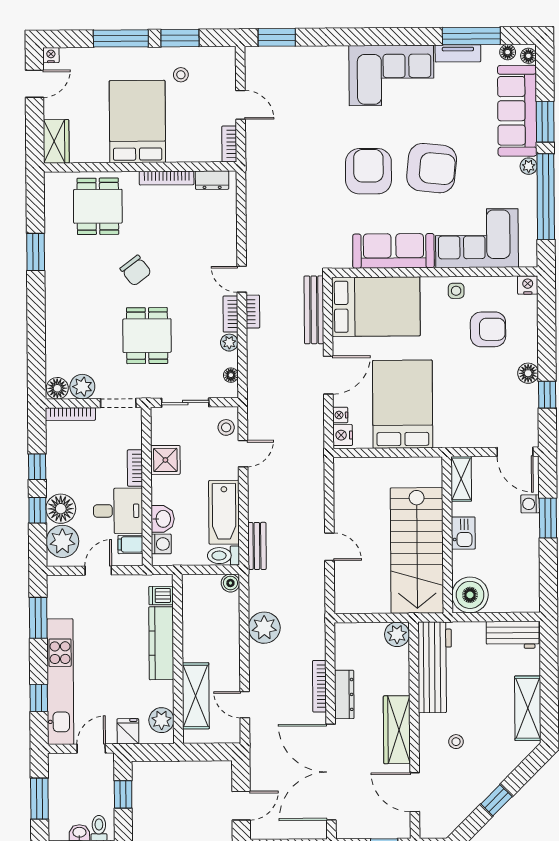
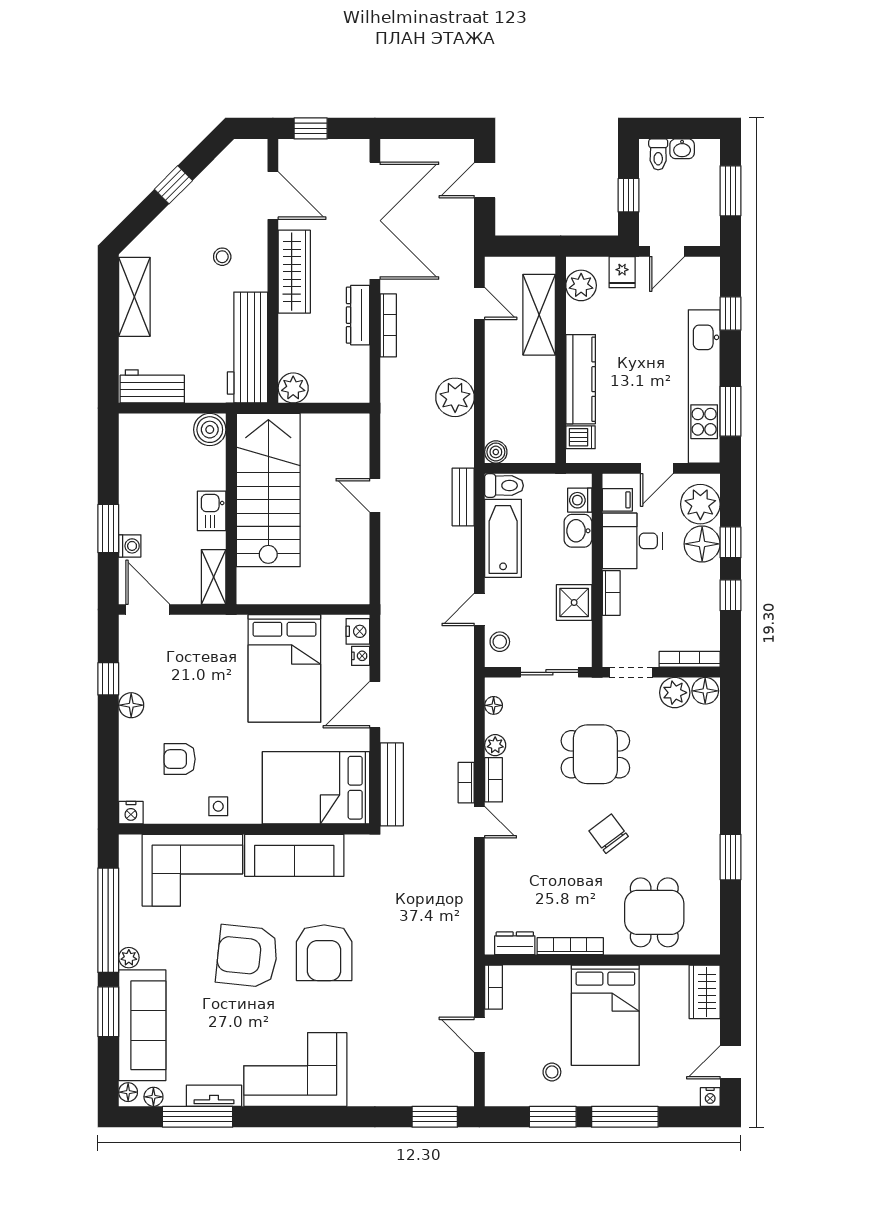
armchair: (488, 329) -> (180, 759), width x0.72, depth x0.72
dining table: (147, 336) -> (595, 754), turned 90
boiler: (470, 595) -> (210, 430), width x0.73, depth x0.73
kitchen unit: (60, 682) -> (704, 386), moved

